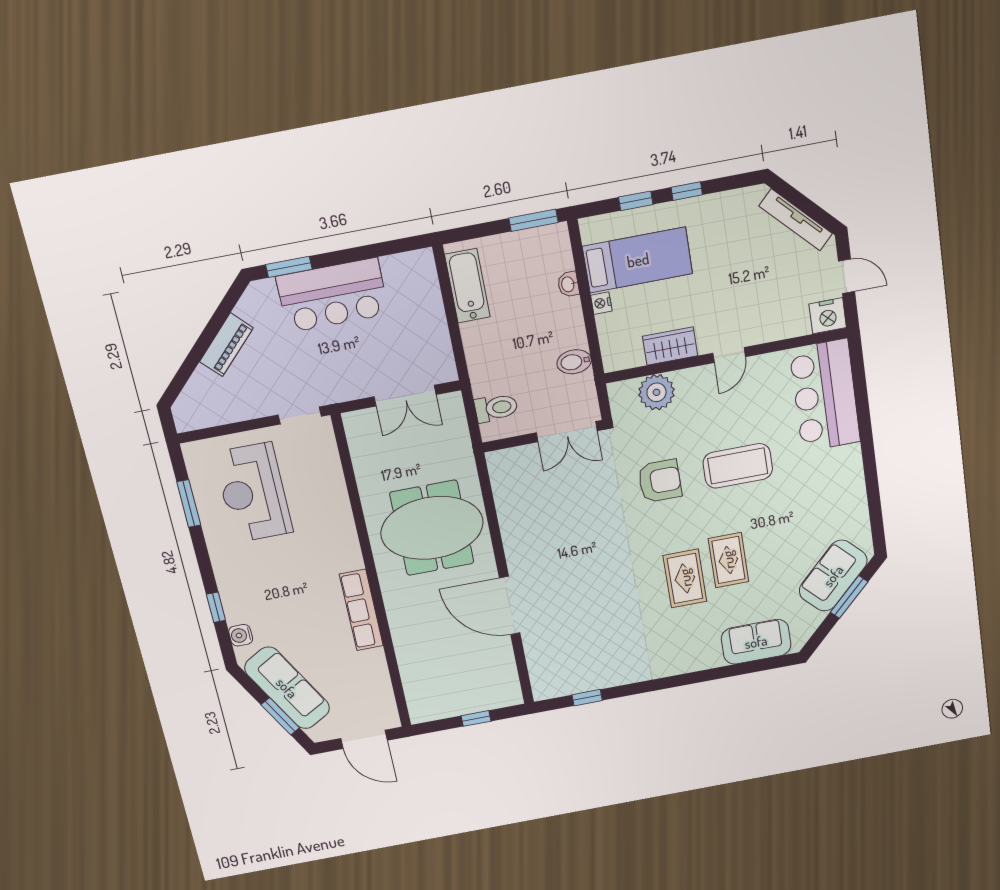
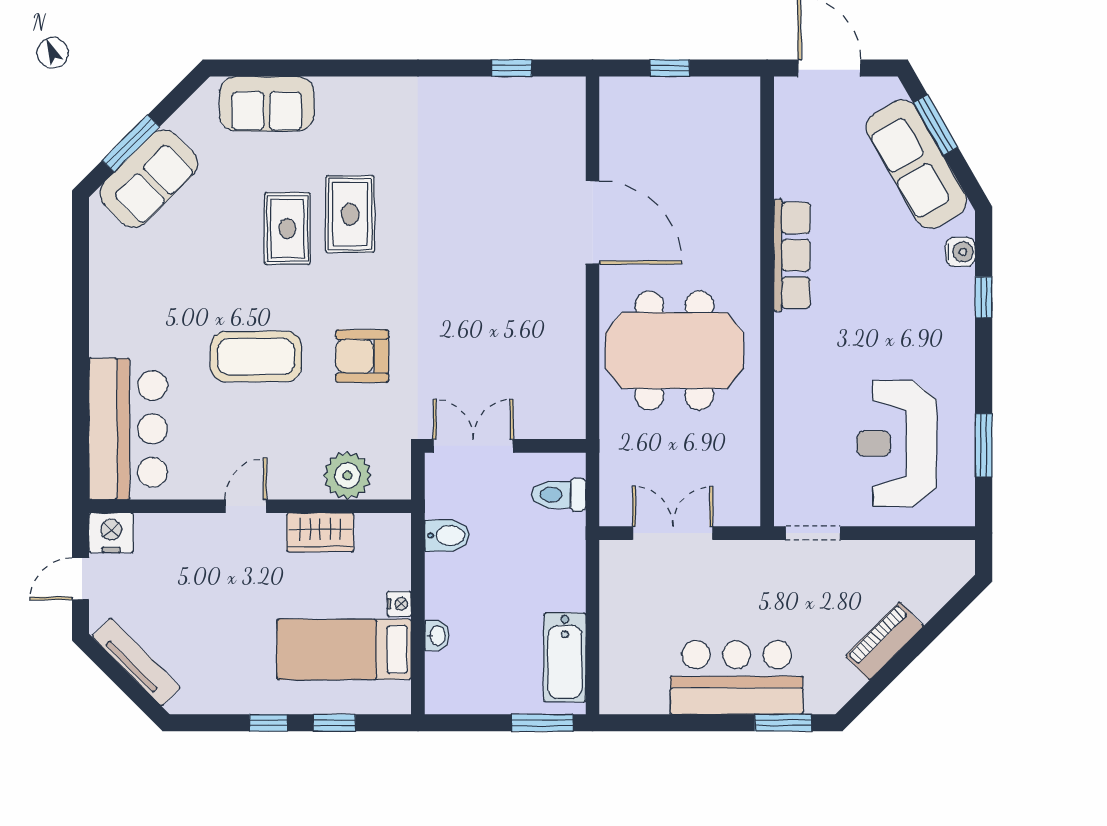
window: (534, 220) -> (542, 723), moved
door: (846, 276) -> (81, 579), hinge flipped
reception desk: (253, 493) -> (897, 444), turned 180

